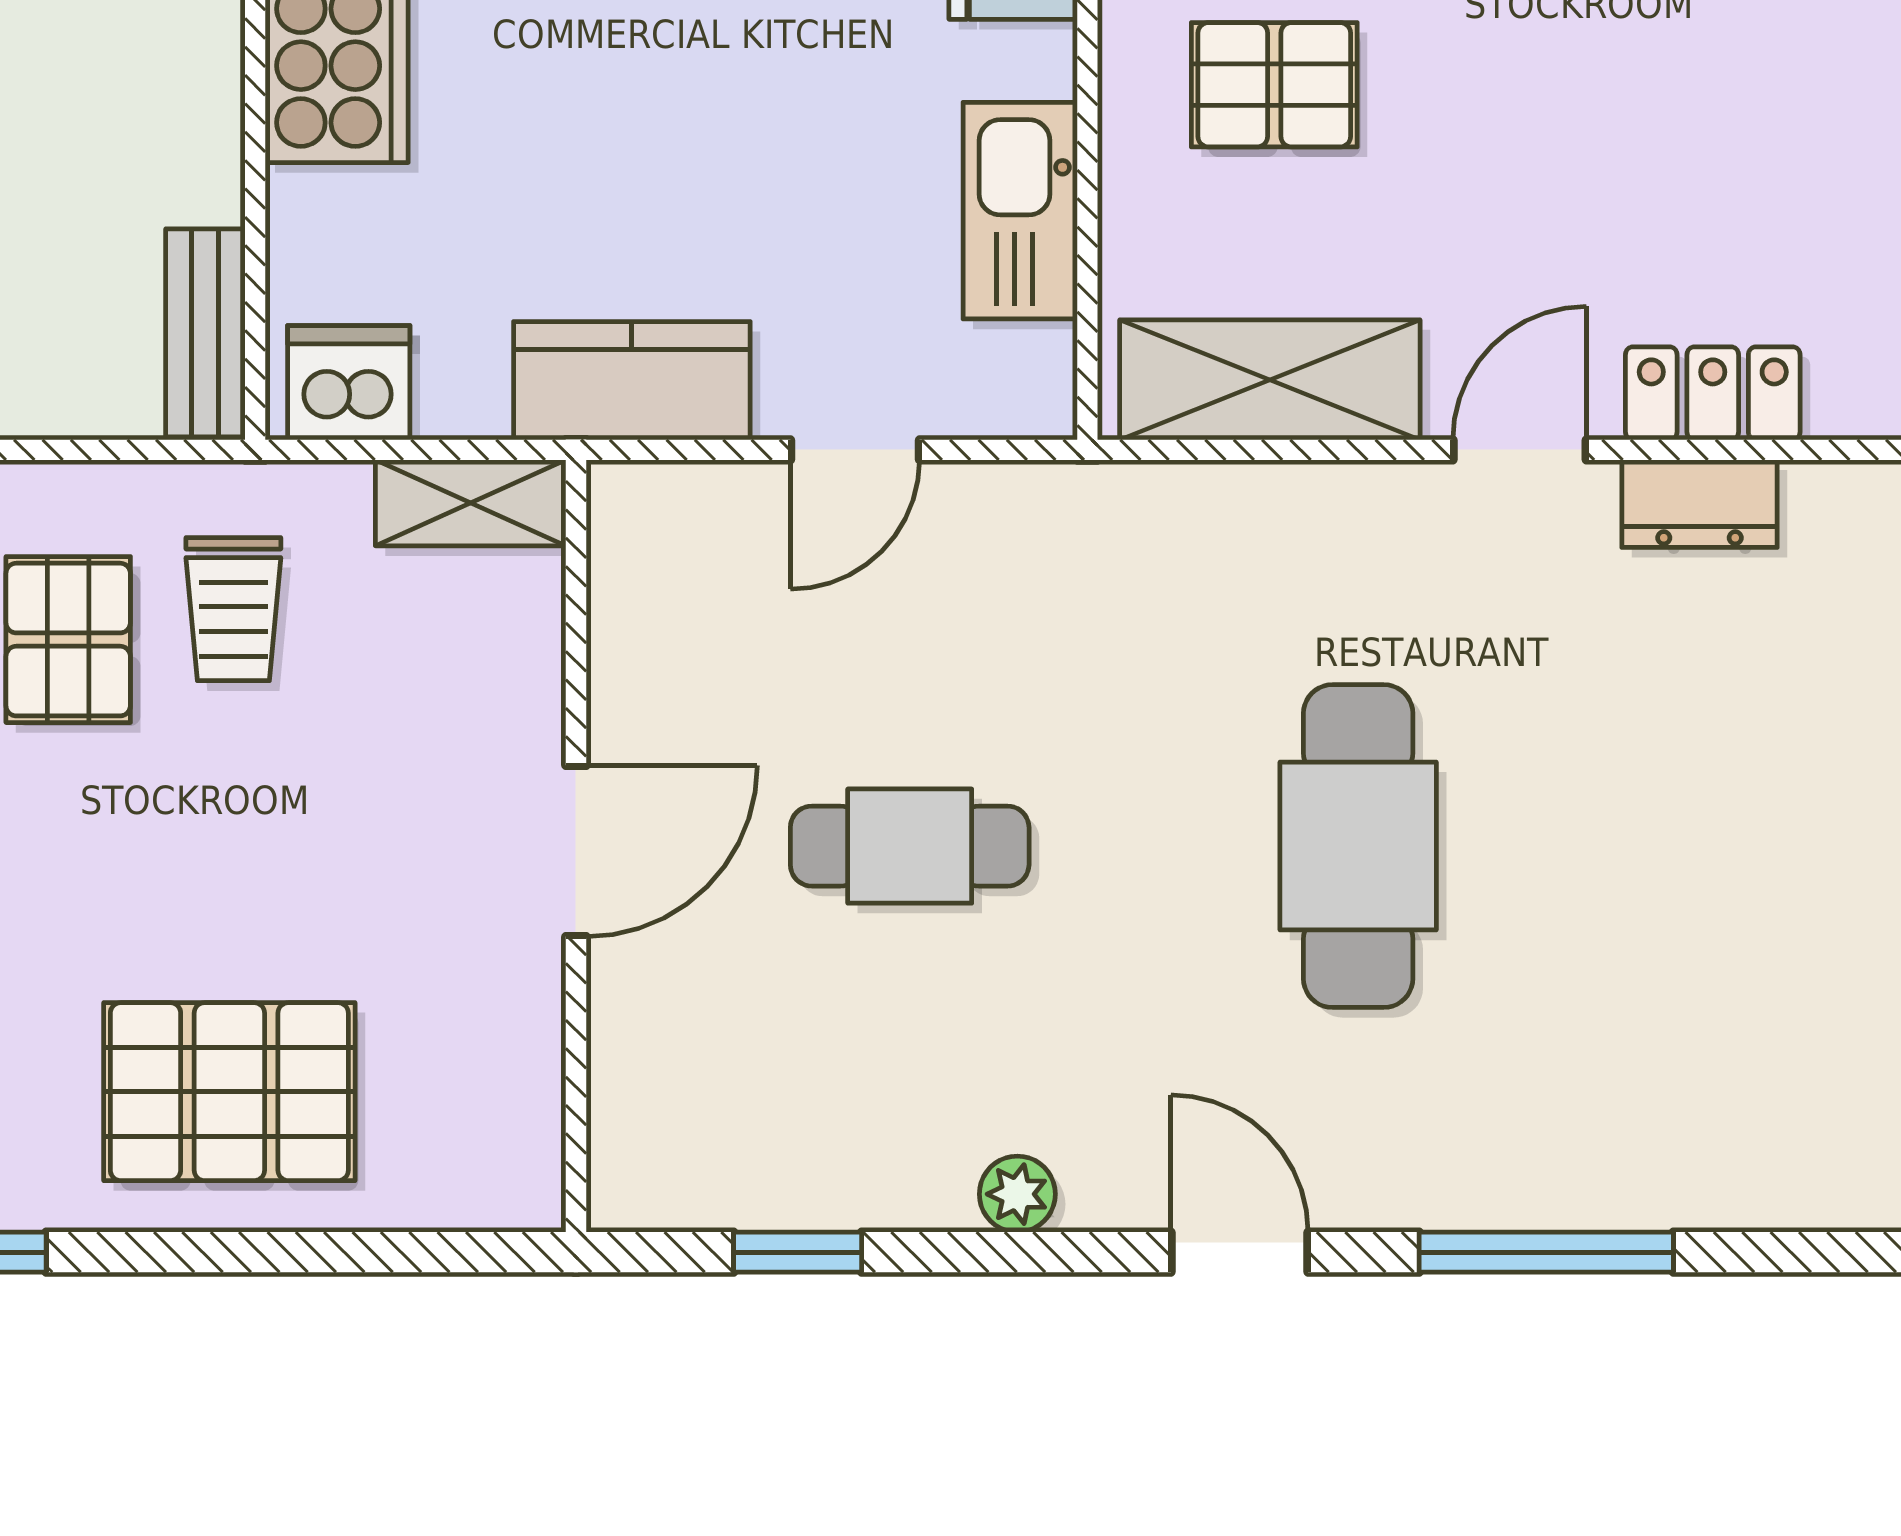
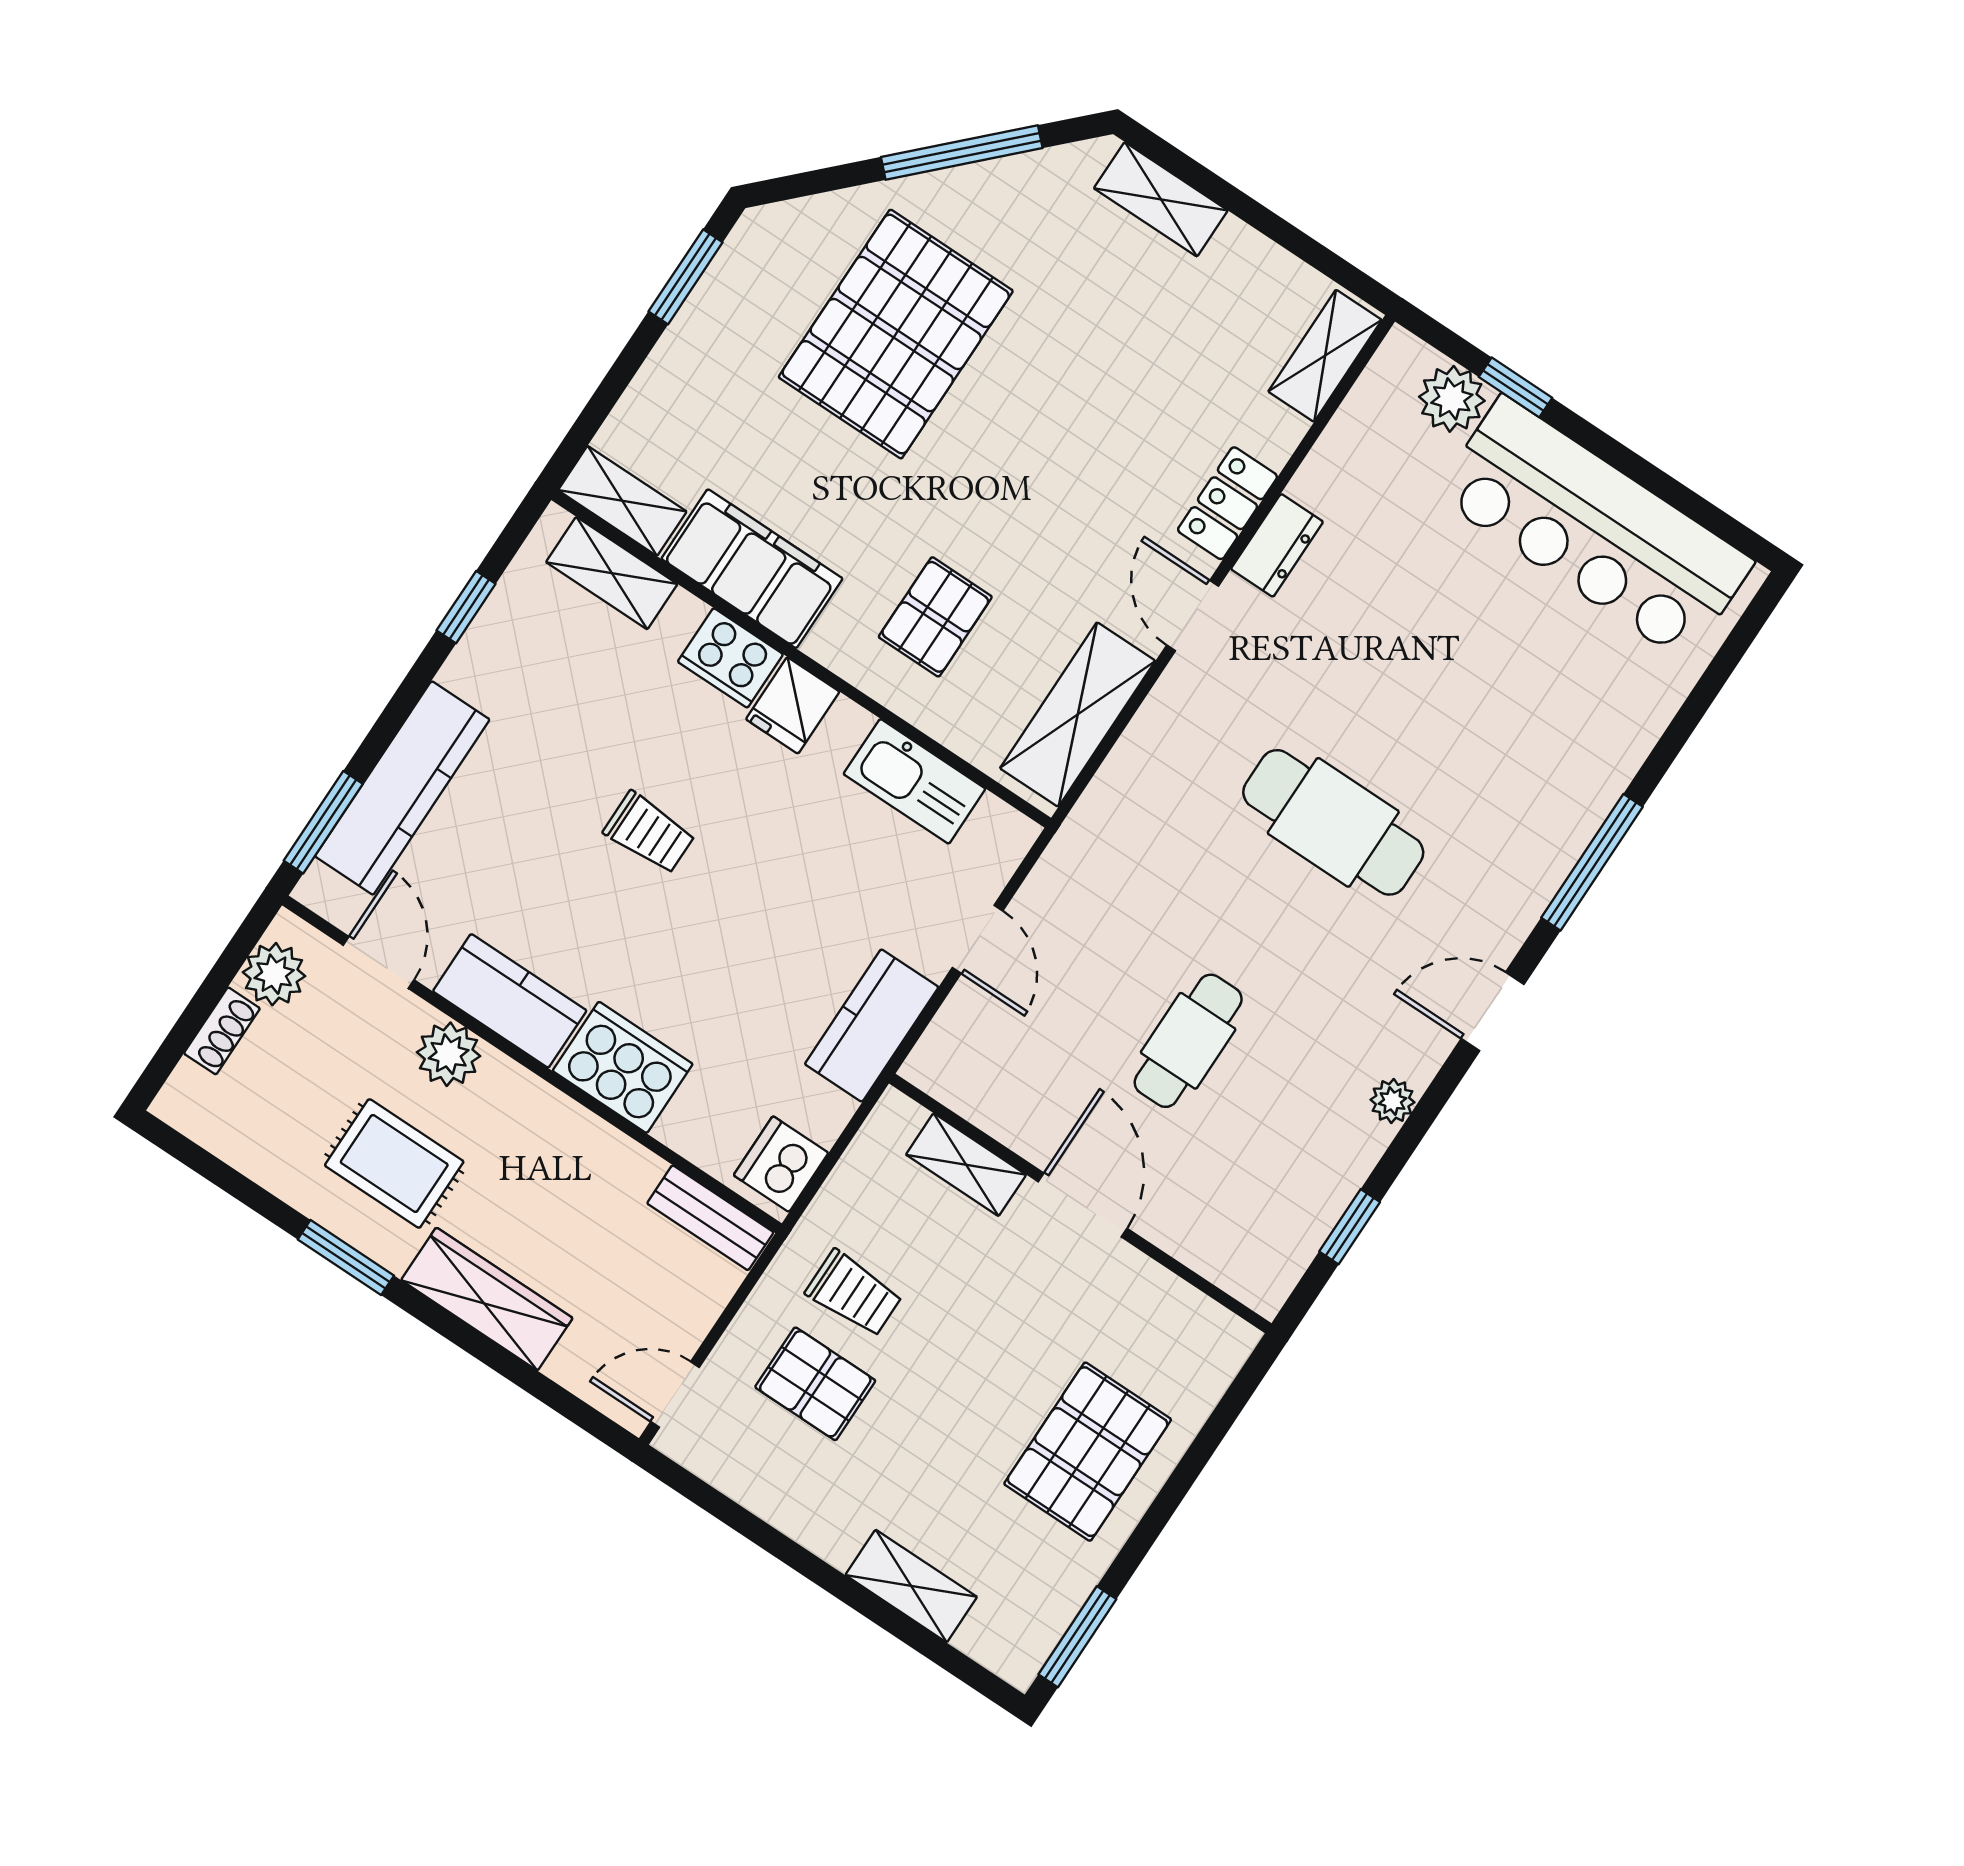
shelving: (471, 503) -> (966, 1165), moved, turned 90

